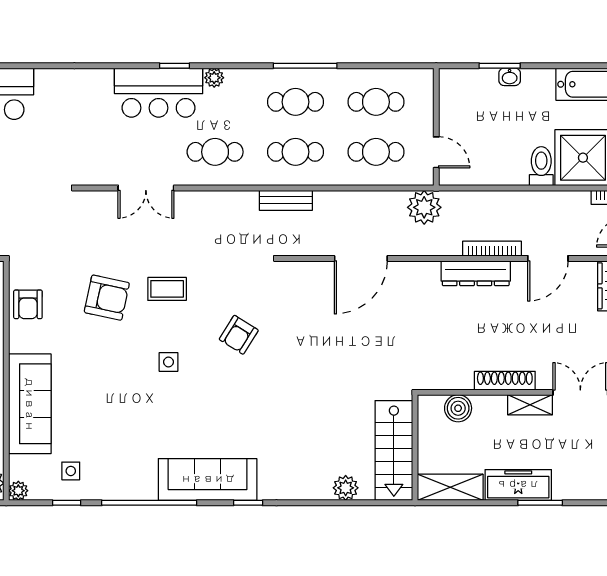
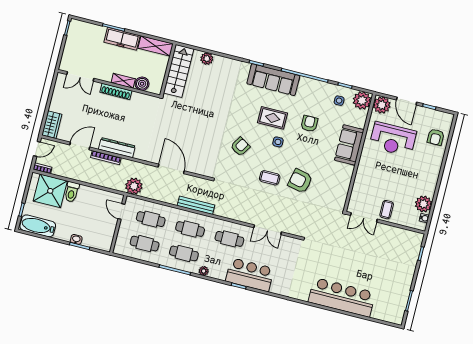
plant: (214, 78) -> (204, 271), moved
double door: (146, 188) -> (268, 230), swing flipped
bench: (286, 200) -> (196, 205), width x1.36
door: (361, 258) -> (171, 169), hinge flipped
armchair: (28, 304) -> (309, 124), moved
sofa: (30, 404) -> (349, 145), width x0.73
shelving: (530, 405) -> (123, 81), moved
rug: (190, 406) -> (273, 118), added
plant: (18, 491) -> (362, 100), width x1.88, depth x1.88

